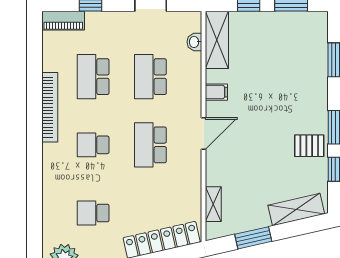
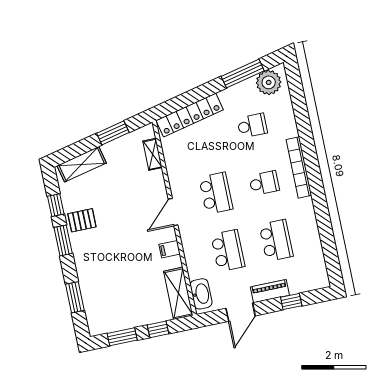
piano: (63, 21) -> (270, 291), moved
washbasin: (194, 42) -> (201, 294), width x1.91, depth x1.45
bookcase: (50, 107) -> (299, 167), moved

